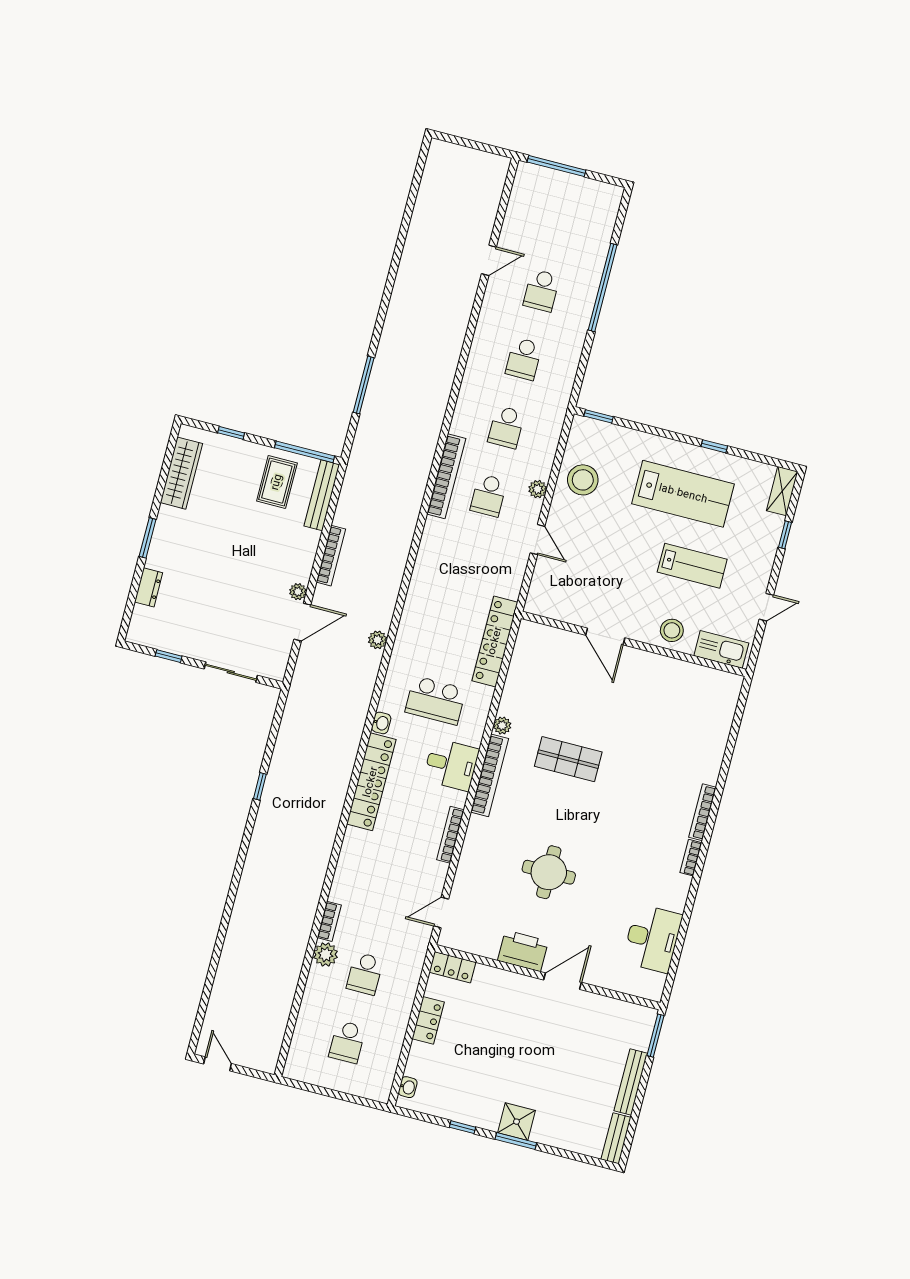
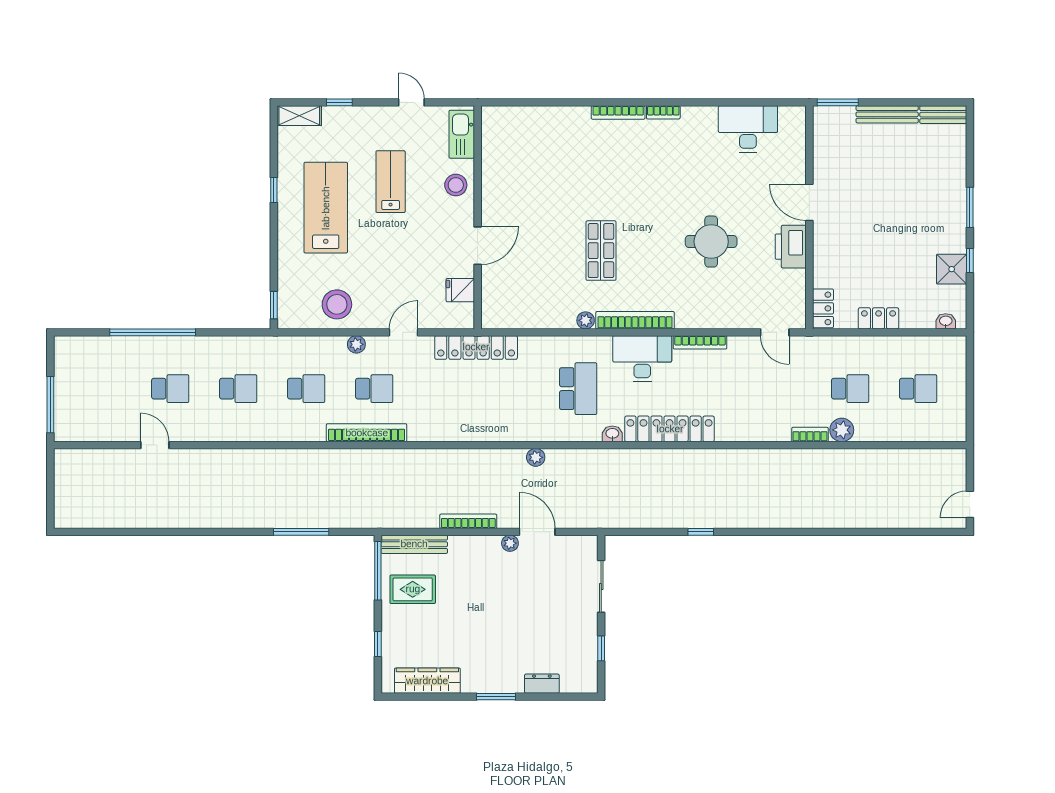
fridge: (565, 608) -> (460, 290), added
locker: (495, 642) -> (476, 347), moved
desk: (451, 765) -> (642, 359), width x1.37
shower: (517, 1122) -> (952, 269), moved

